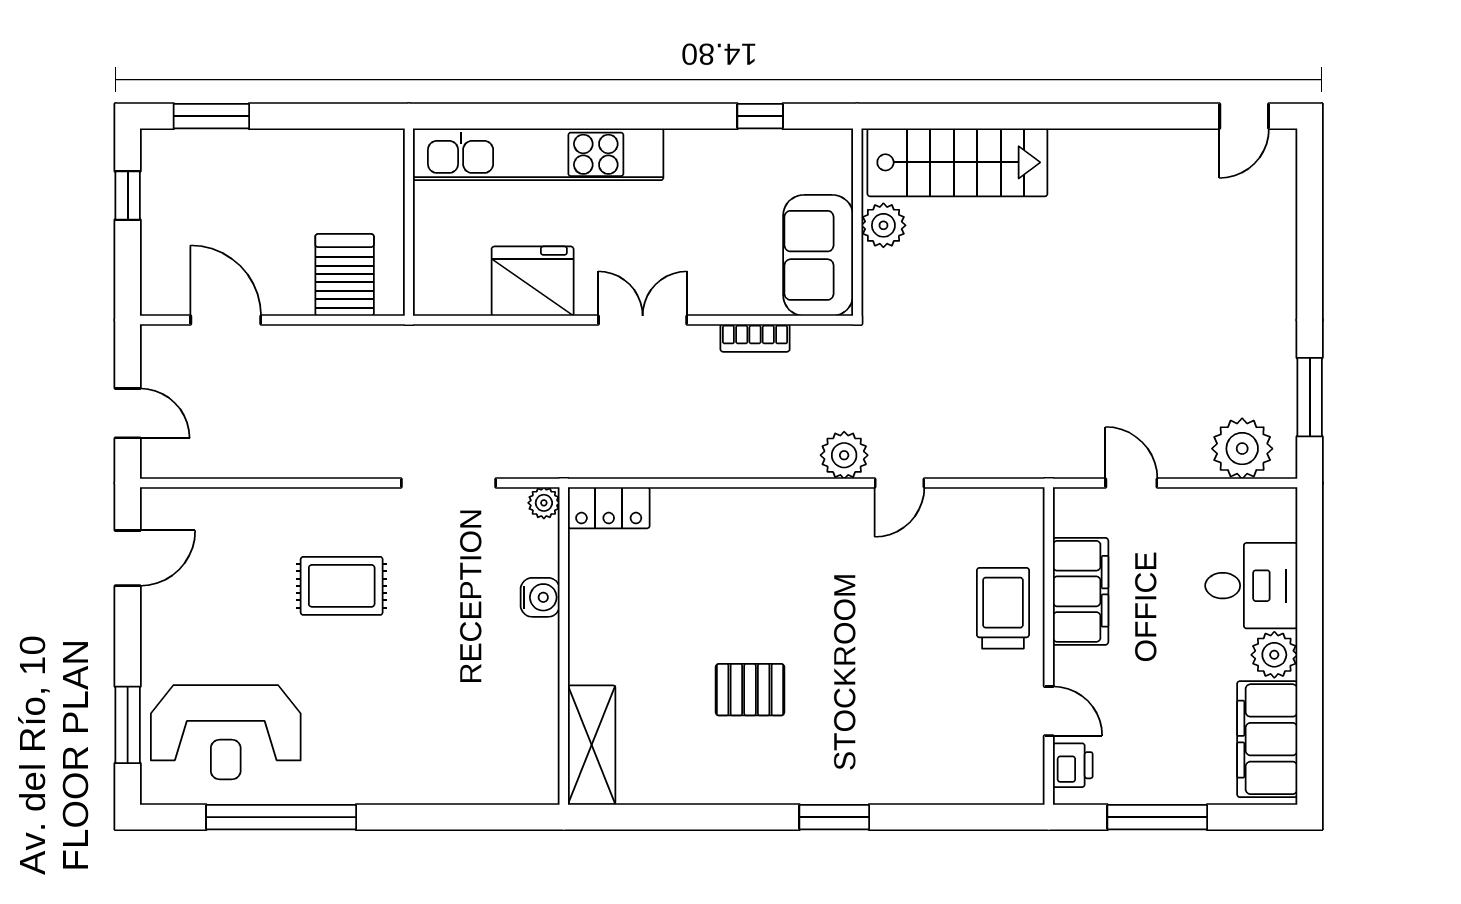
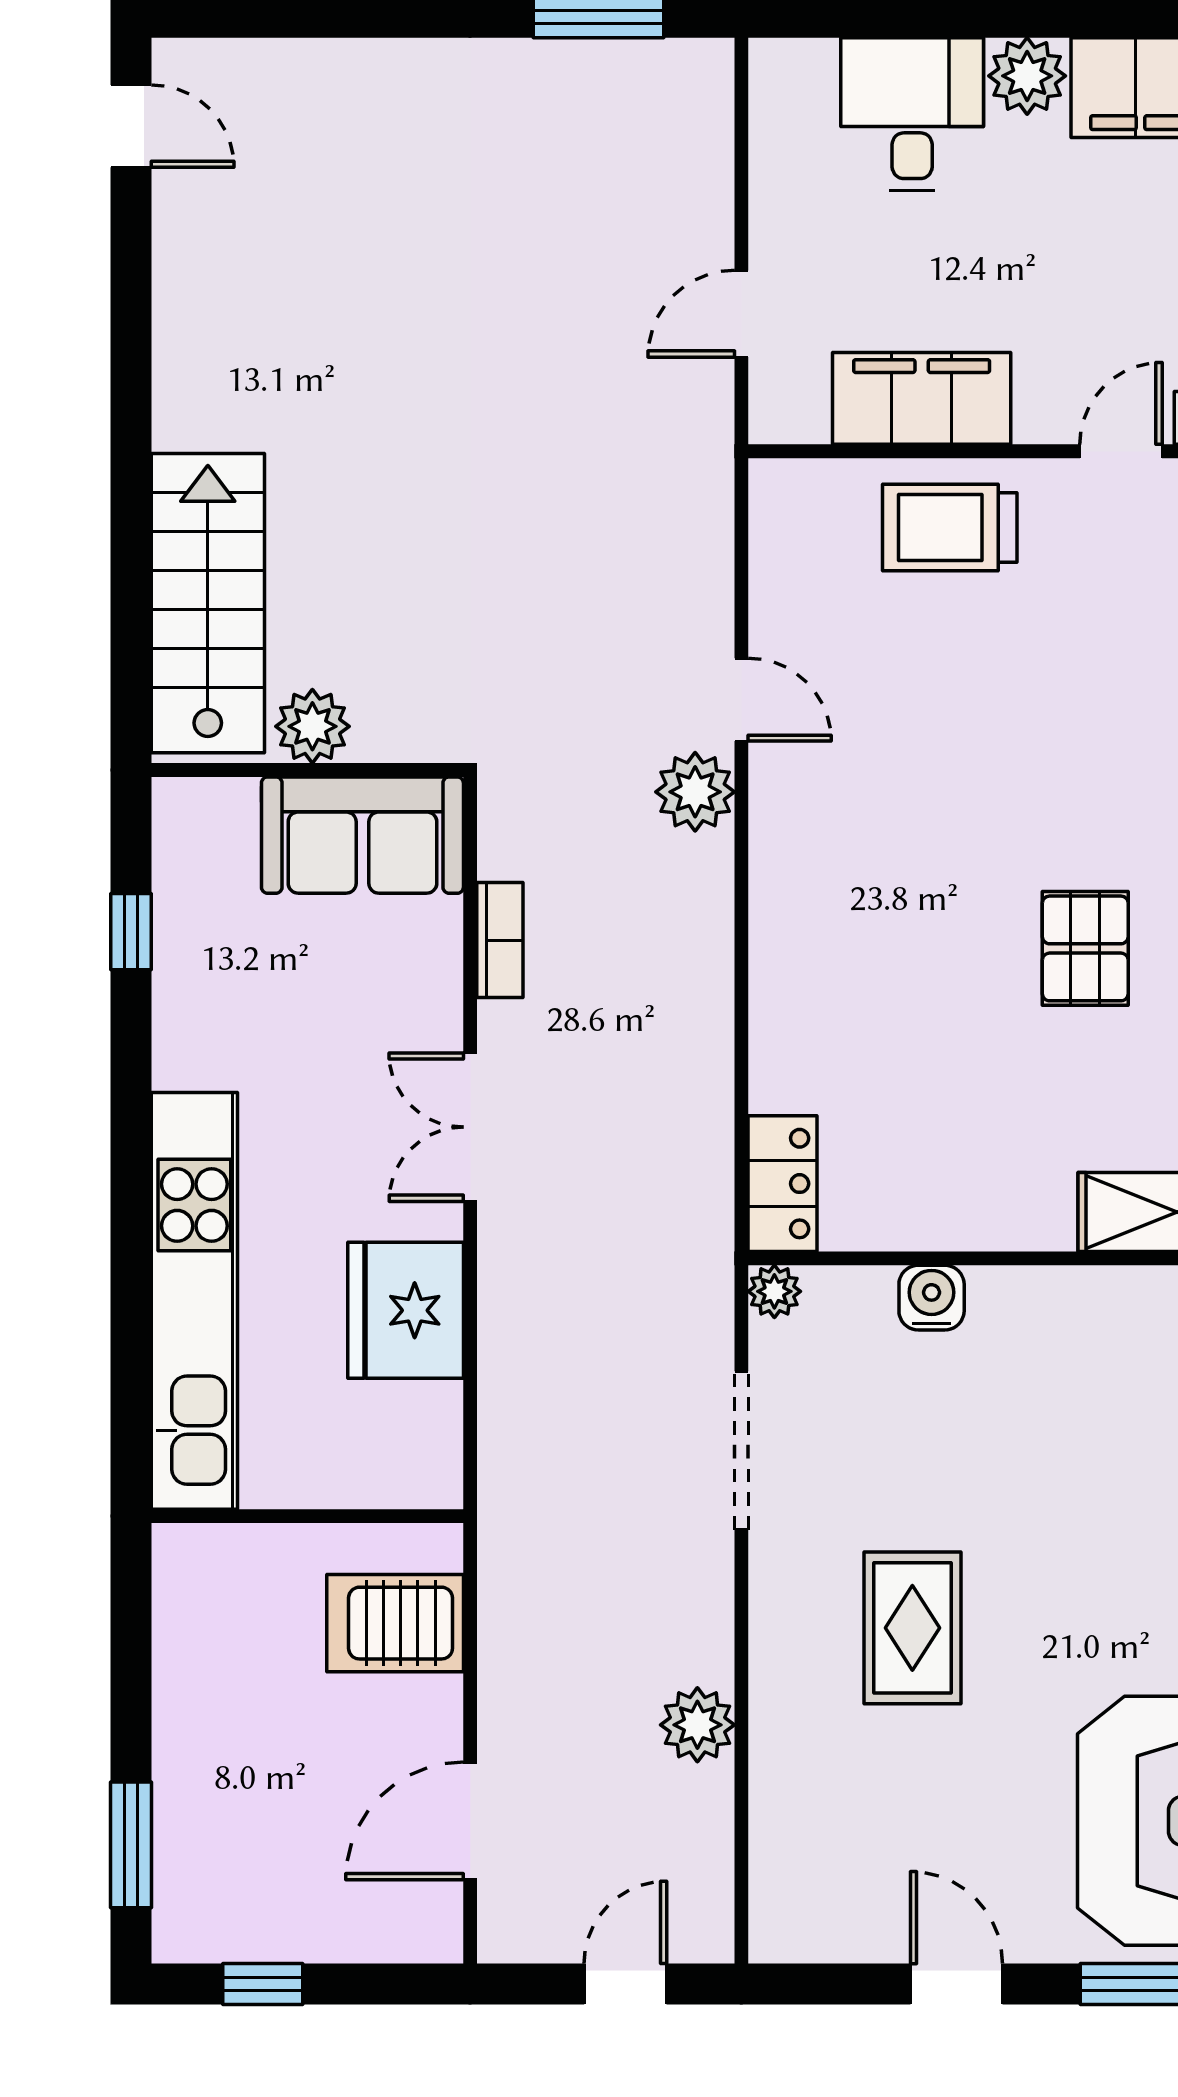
plant: (1242, 449) -> (697, 1725), moved, width x0.73, depth x0.73
door: (128, 558) -> (956, 1984), moved

